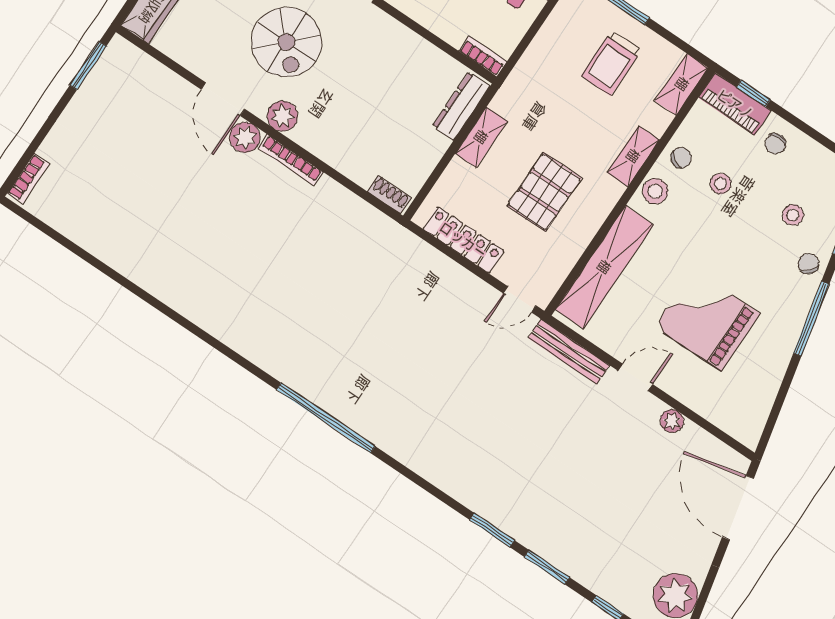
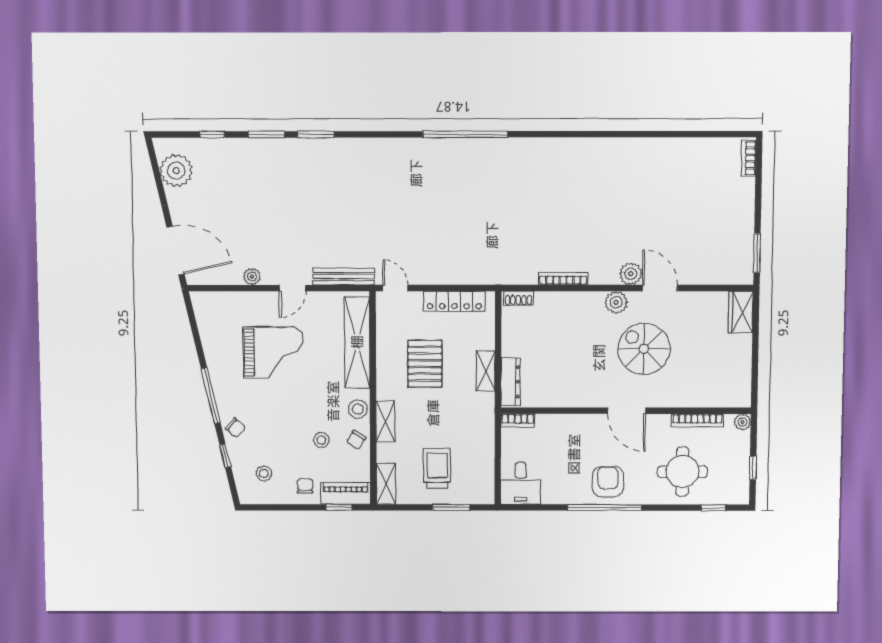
bookcase: (291, 160) -> (563, 279), moved
stool: (793, 215) -> (264, 474), moved
door: (520, 299) -> (395, 288), hinge flipped

